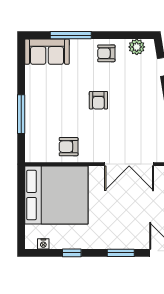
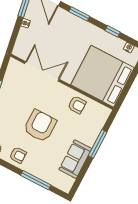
sofa: (47, 52) -> (75, 159), moved, turned -90
armchair: (98, 100) -> (40, 126), width x1.88, depth x1.88

